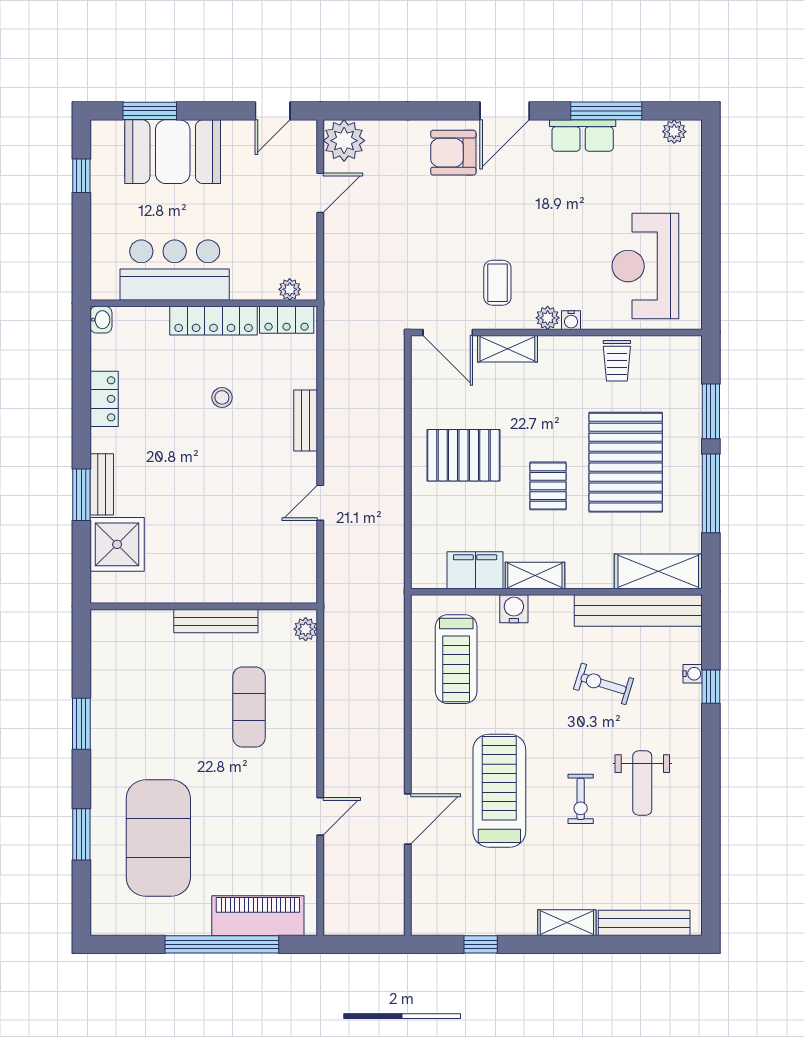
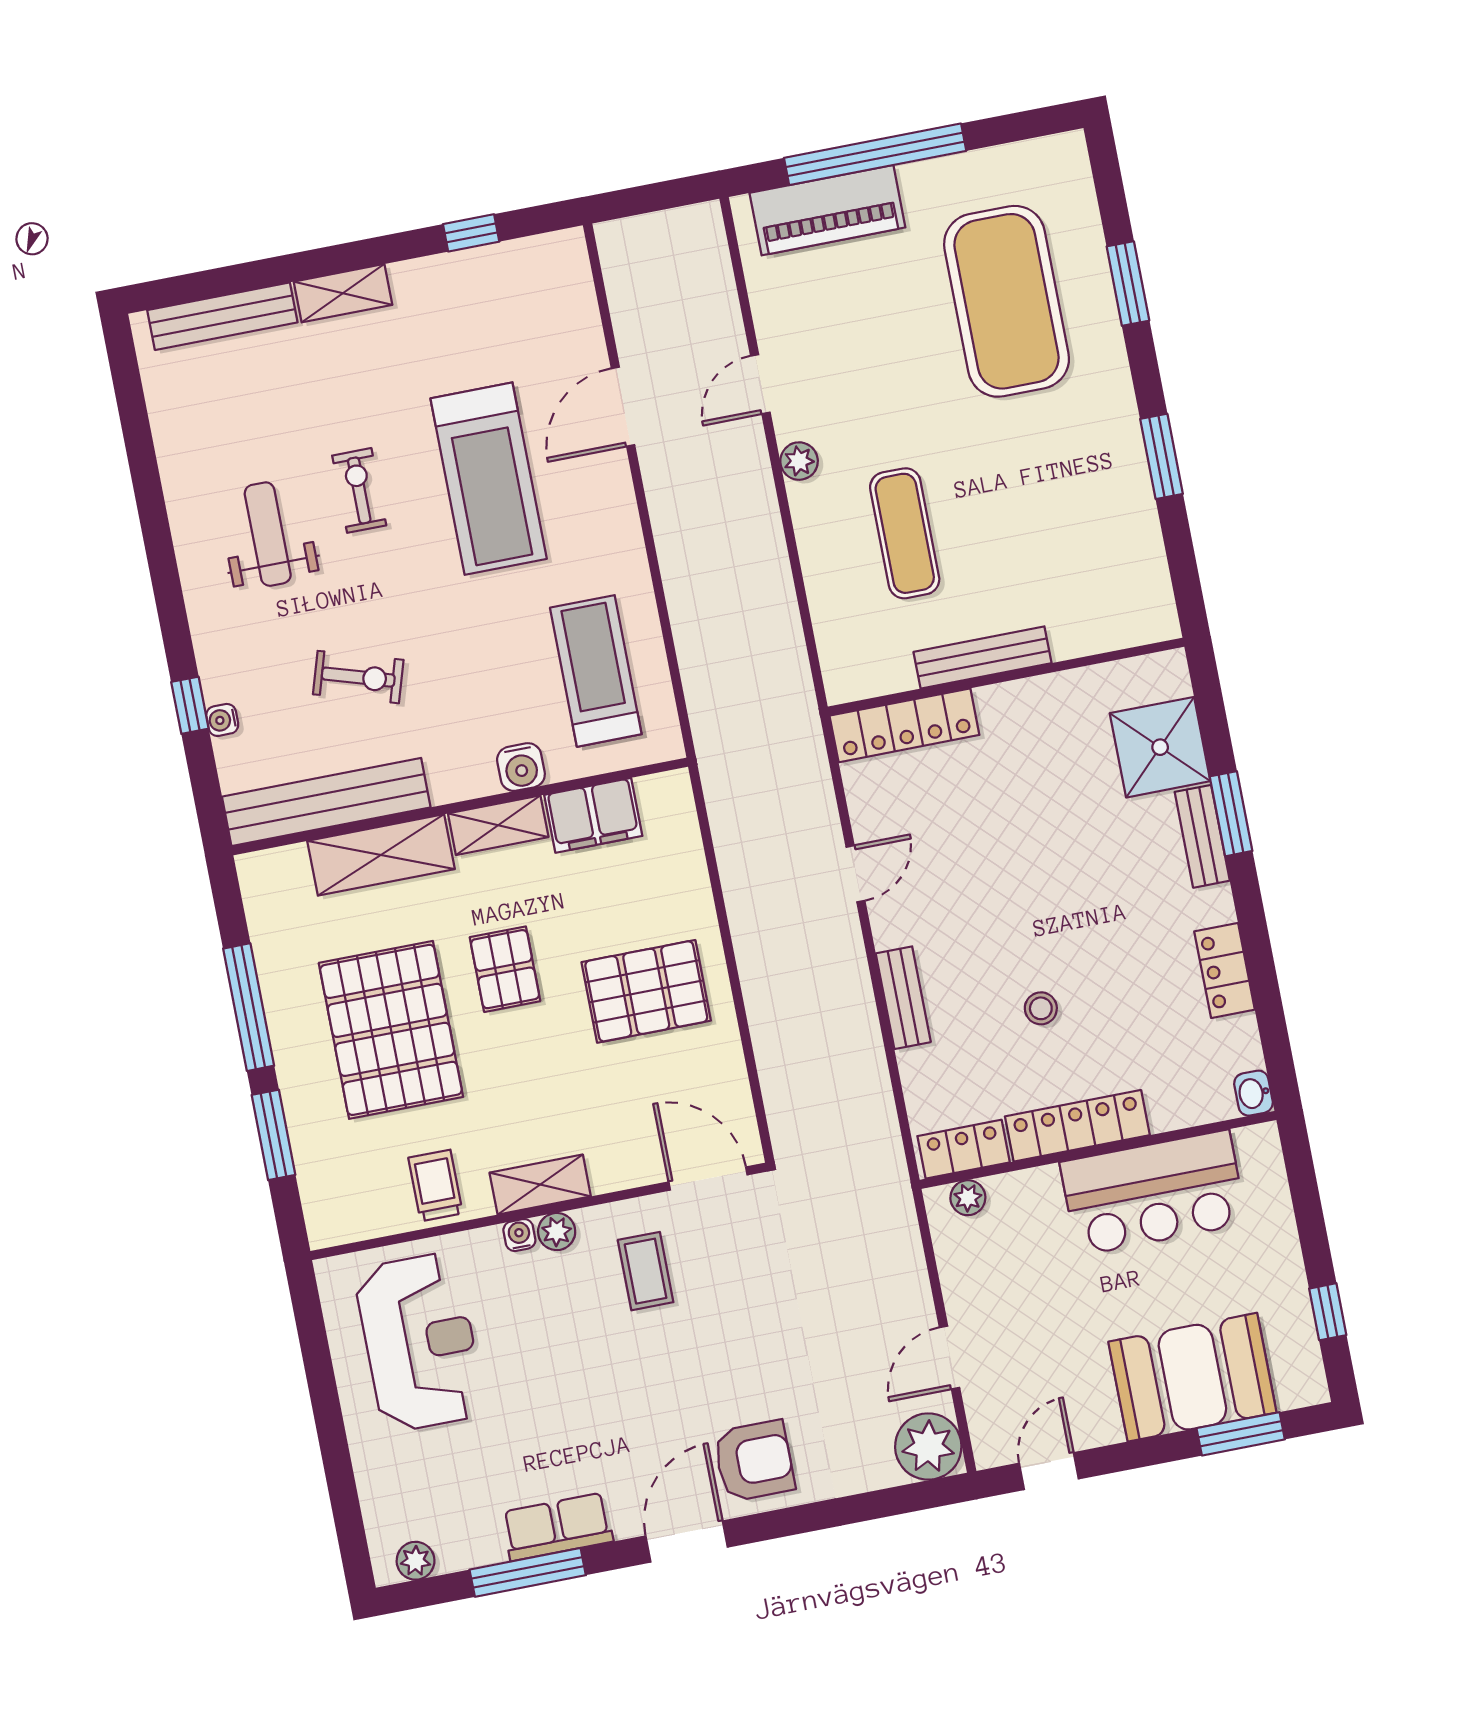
shelving: (507, 349) -> (540, 1185), moved
shelving: (658, 571) -> (381, 855), moved
locker: (272, 589) -> (904, 725), added
plant: (306, 629) -> (799, 461), moved

